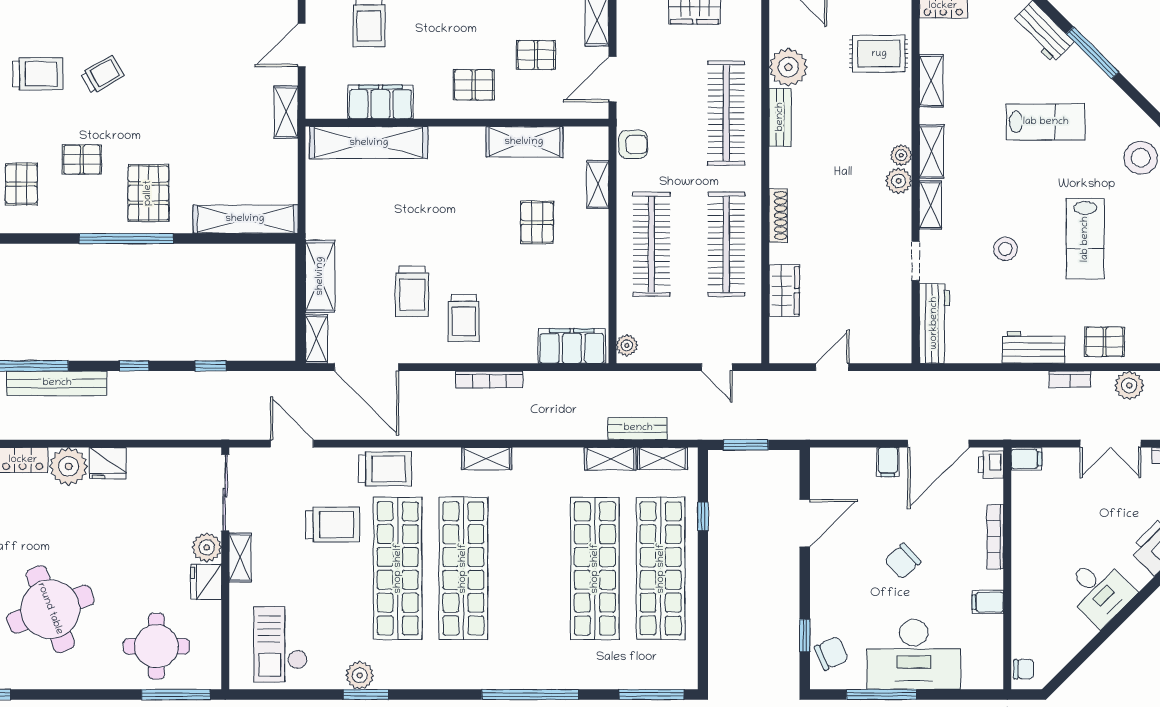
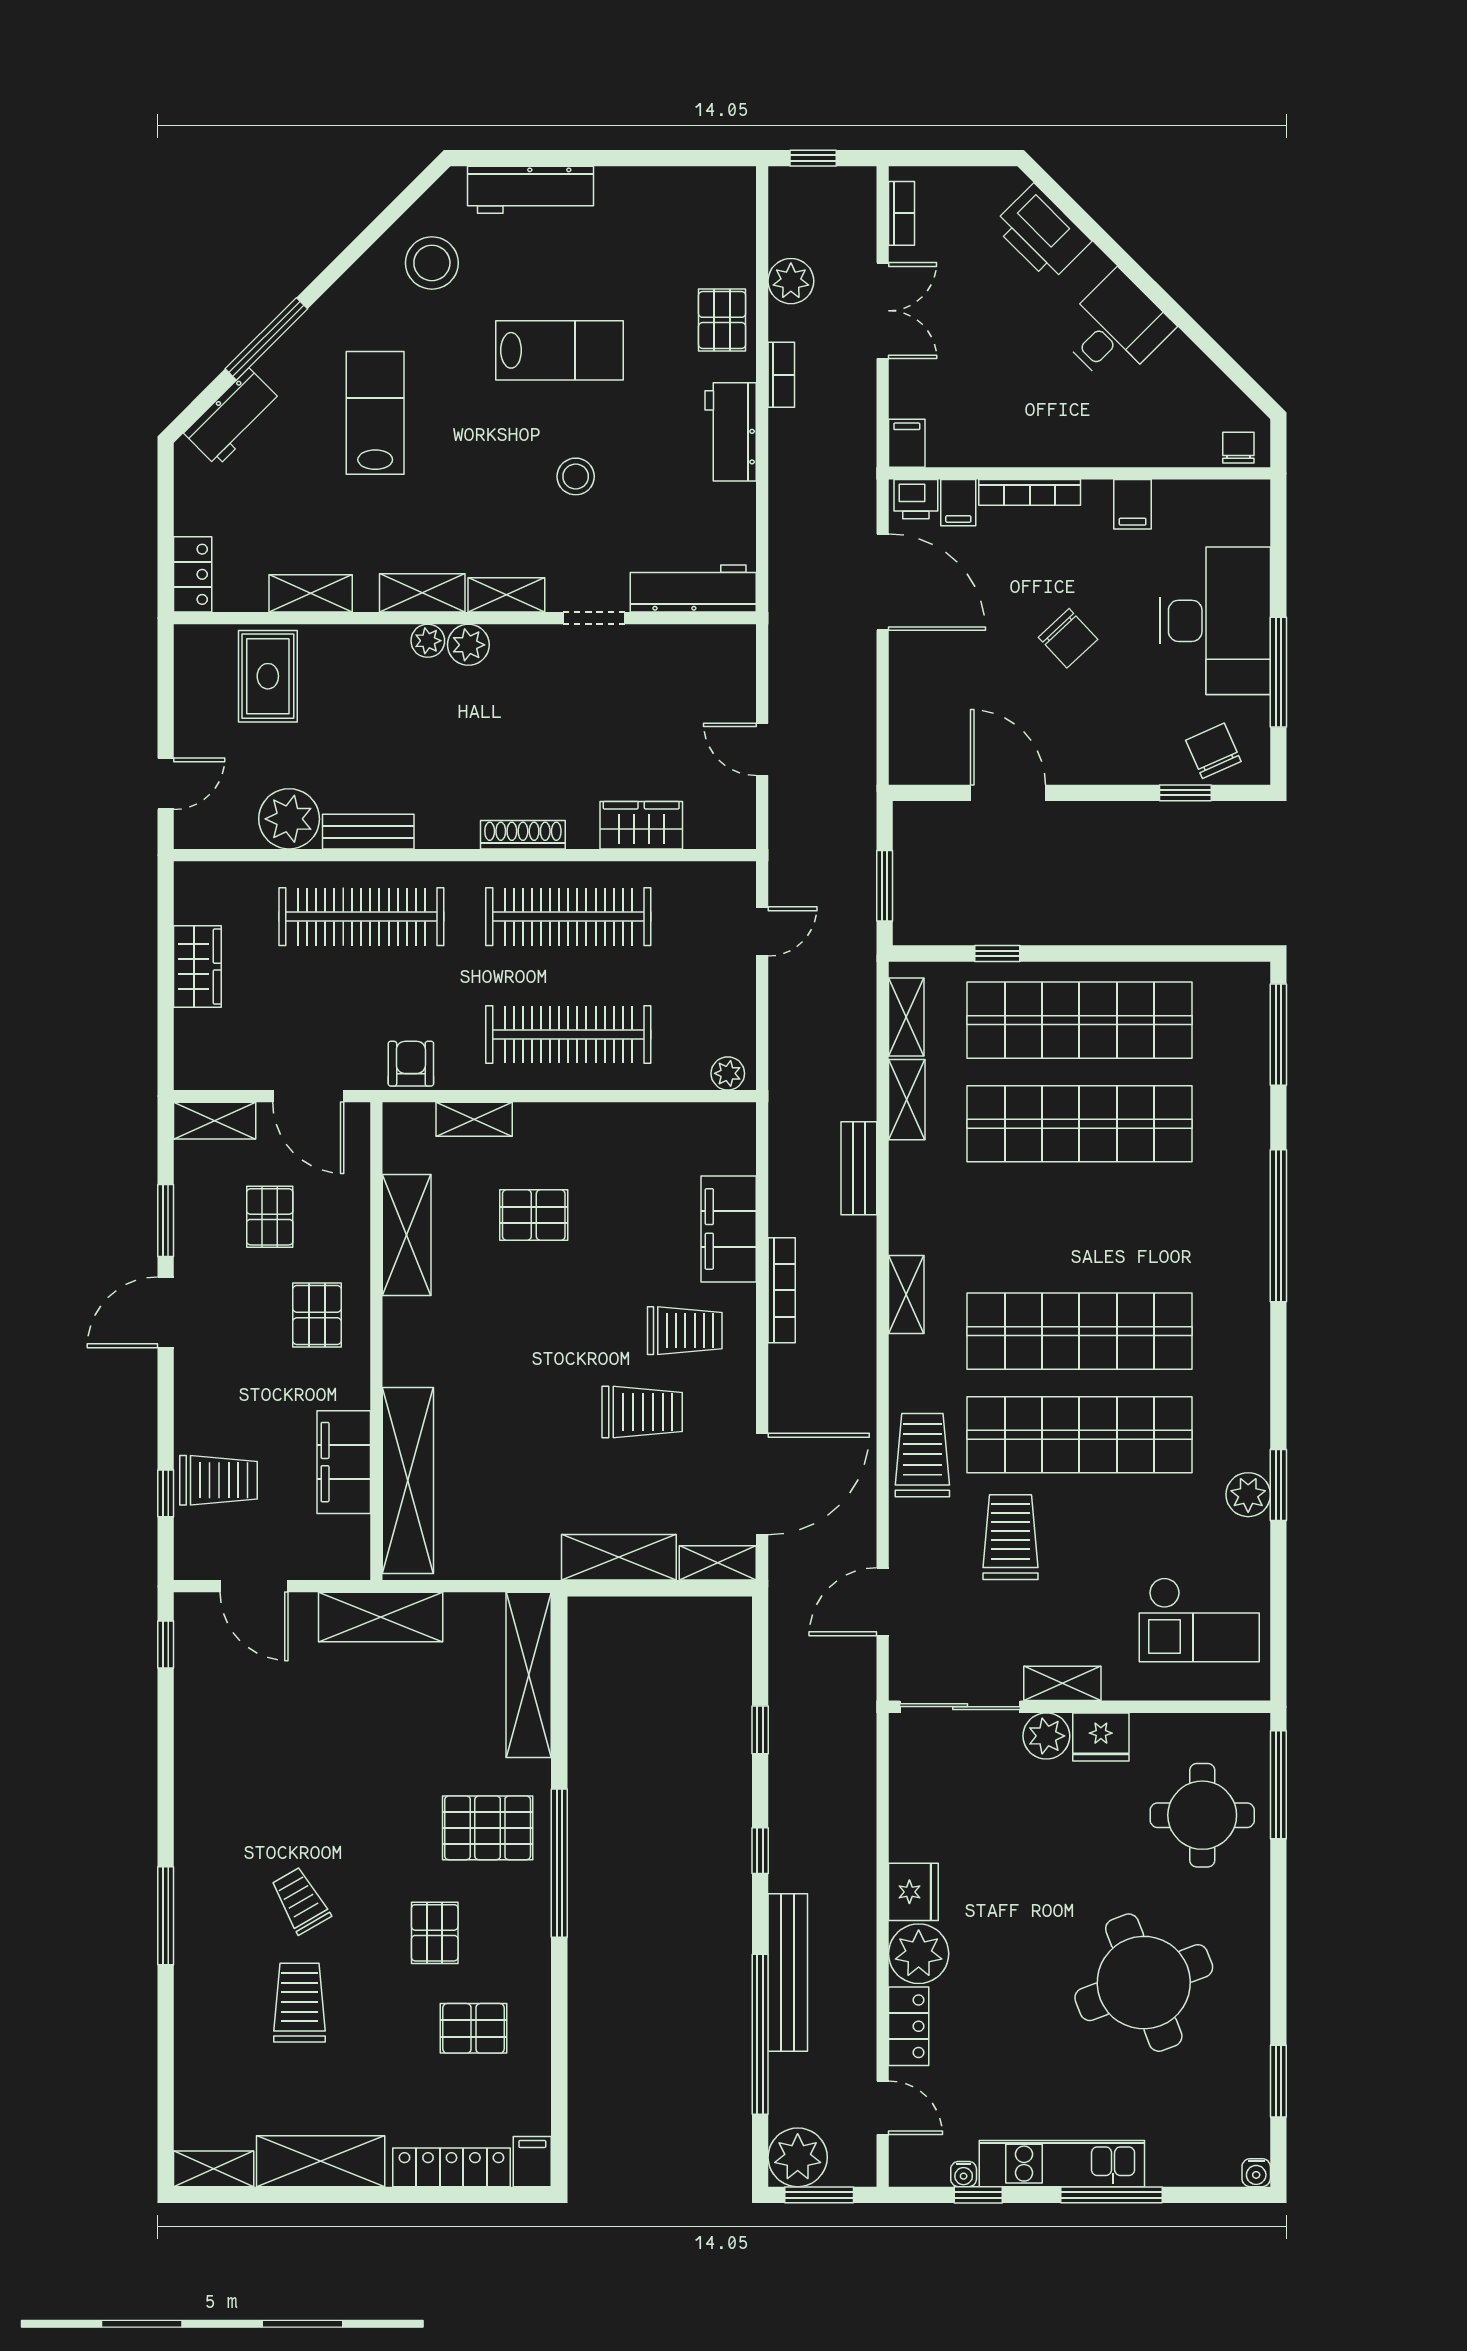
shelving: (286, 112) -> (381, 1617), width x1.50, depth x1.33
filing cabinet: (572, 346) -> (729, 1229), moved
bench: (638, 428) -> (859, 1168), moved
filing cabinet: (888, 462) -> (958, 503), moved, turned 90

